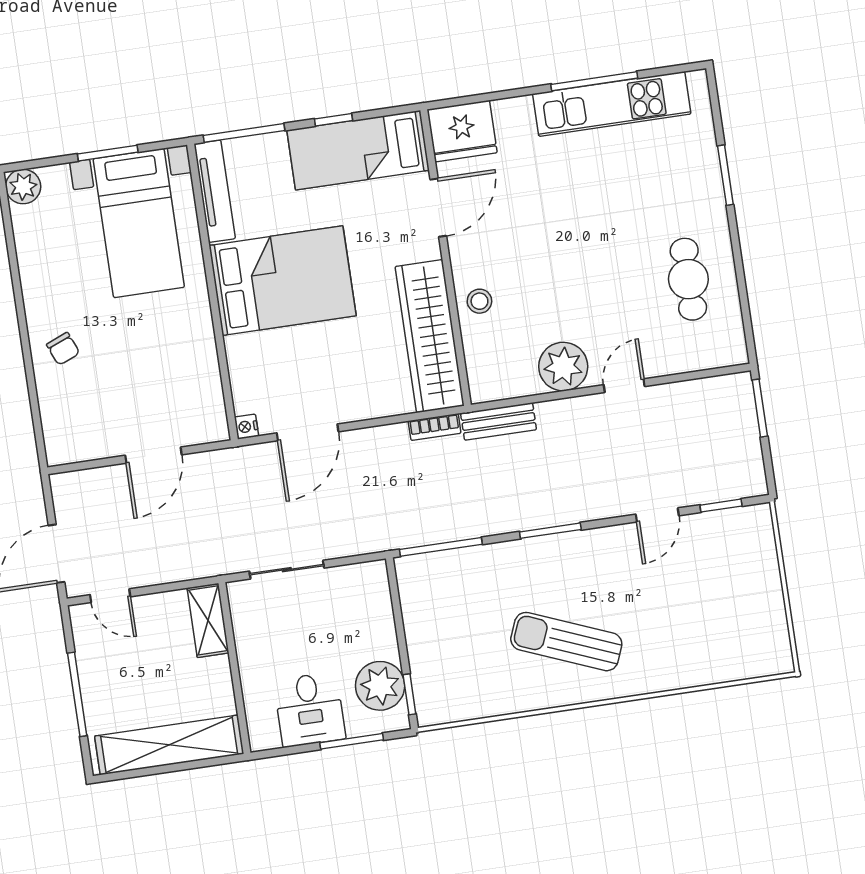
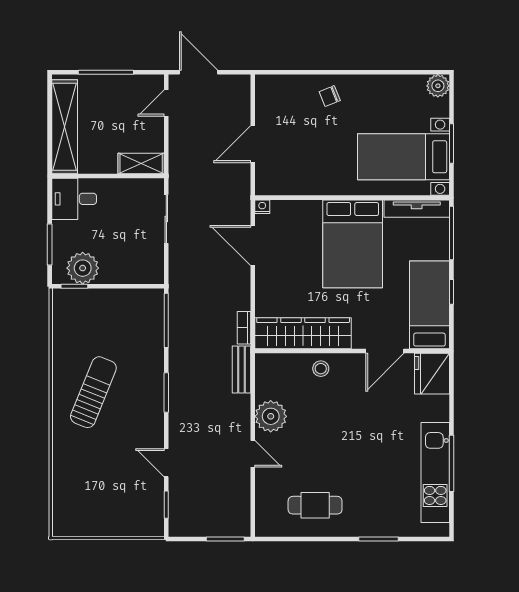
door: (438, 208) -> (385, 351), hinge flipped
door: (153, 455) -> (253, 144), hinge flipped
desk: (310, 709) -> (74, 199), moved

